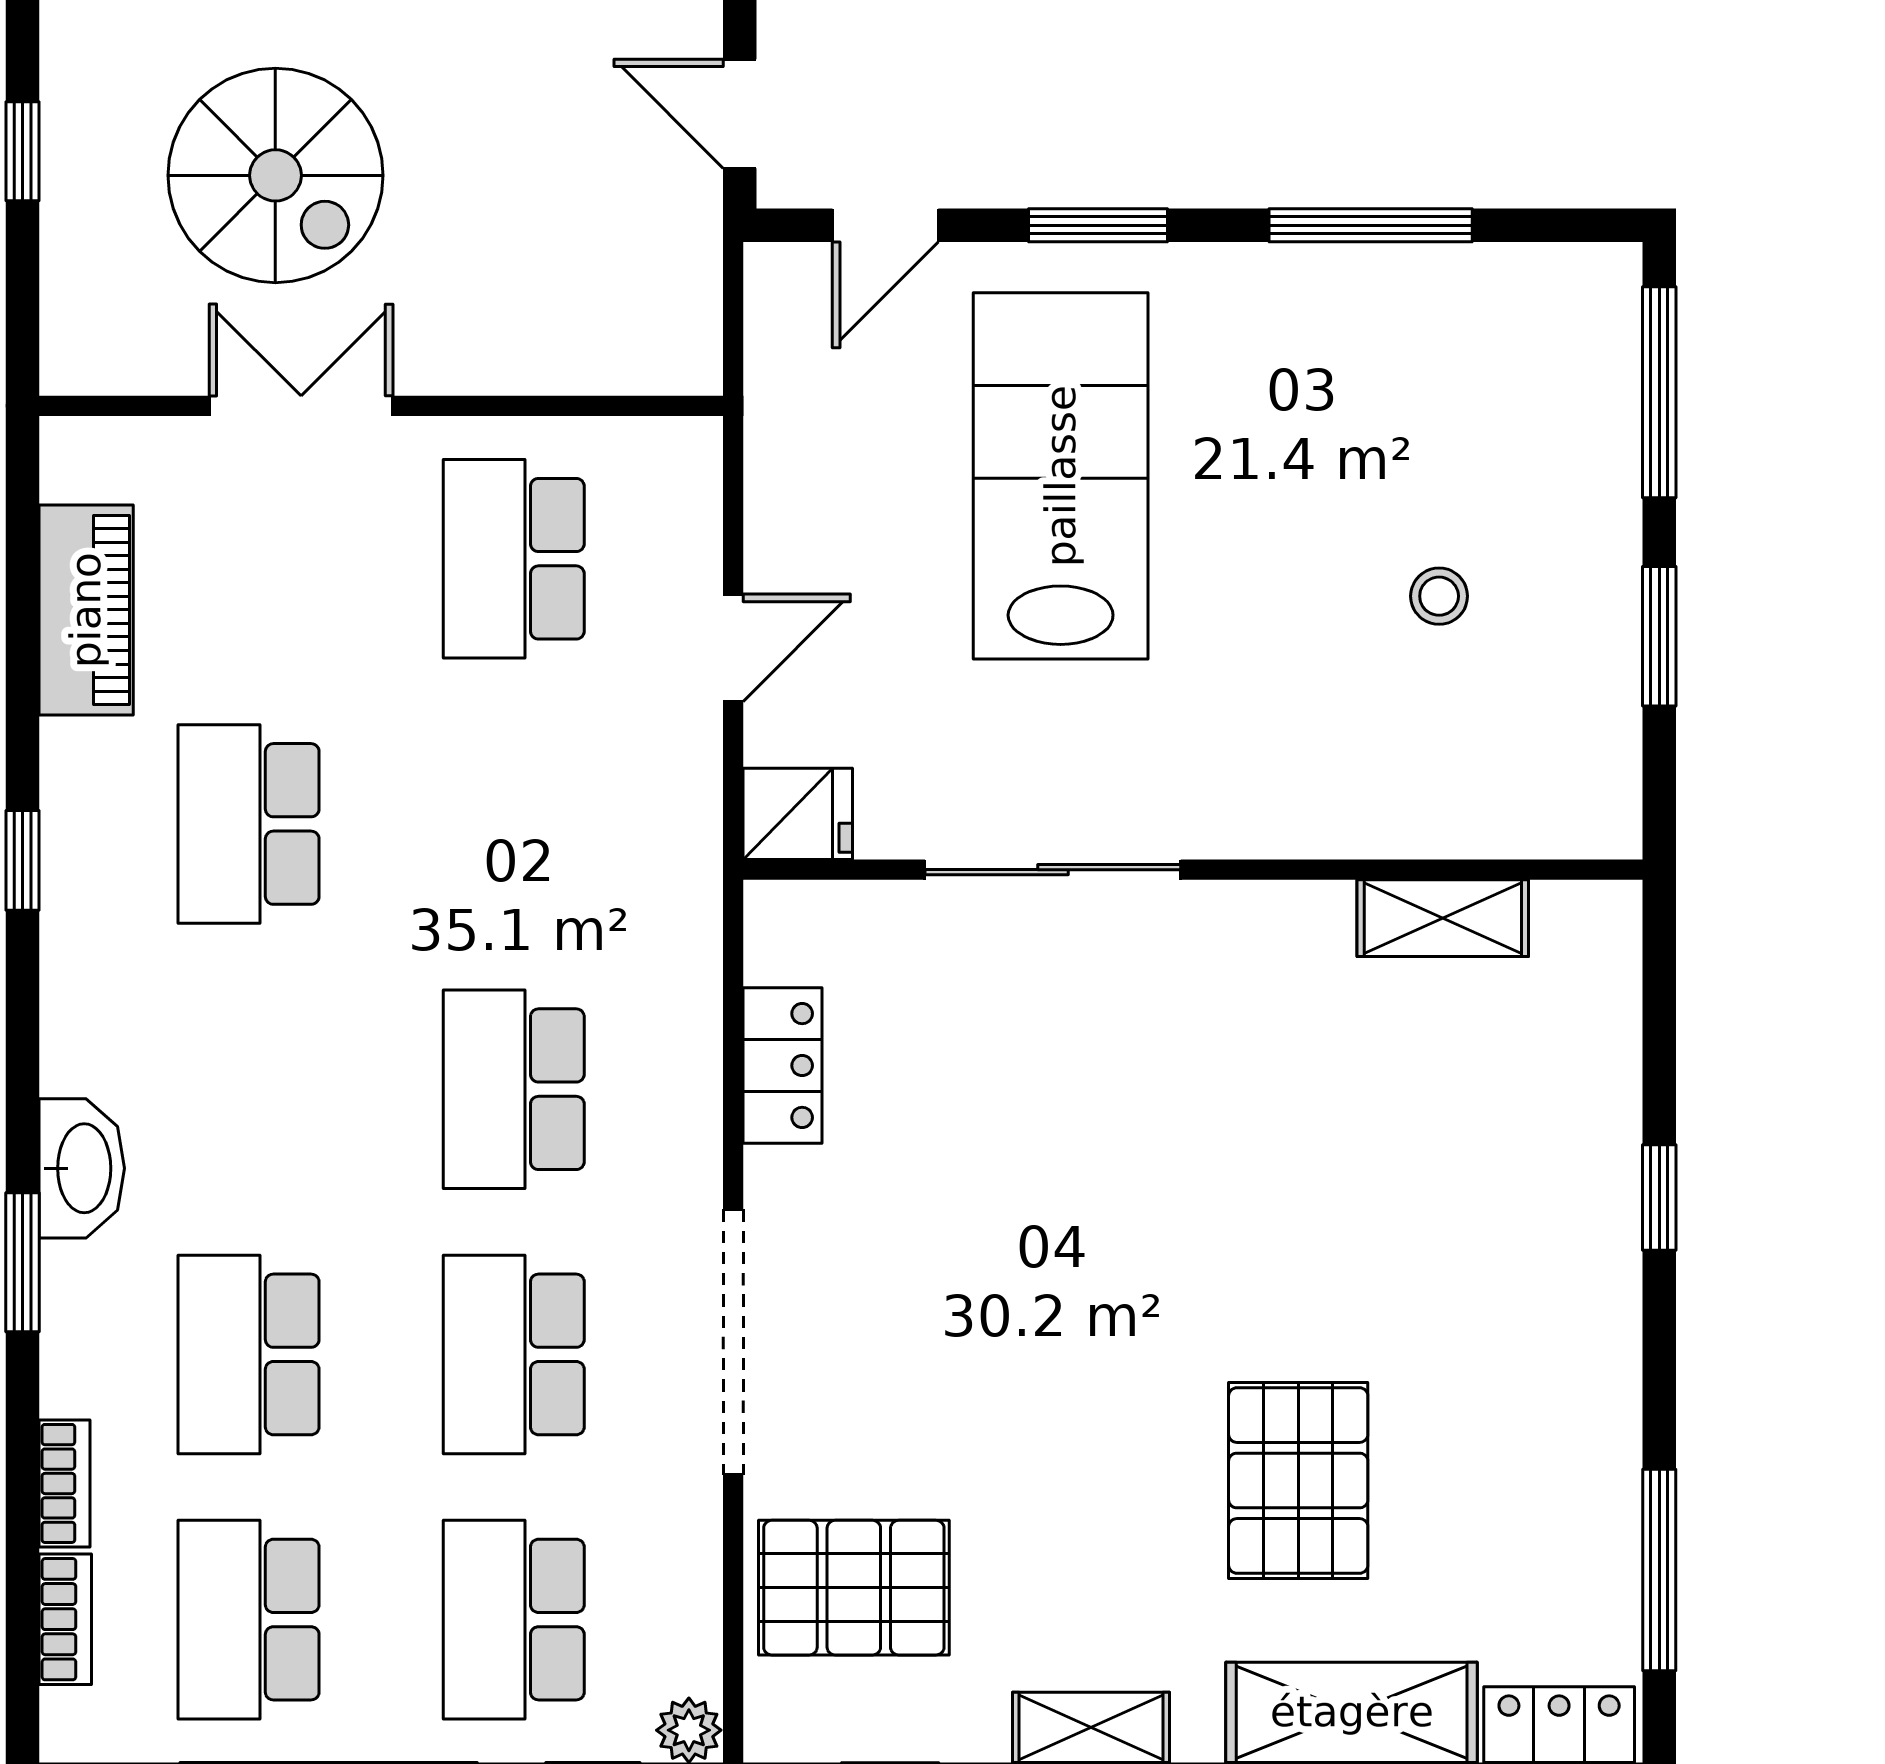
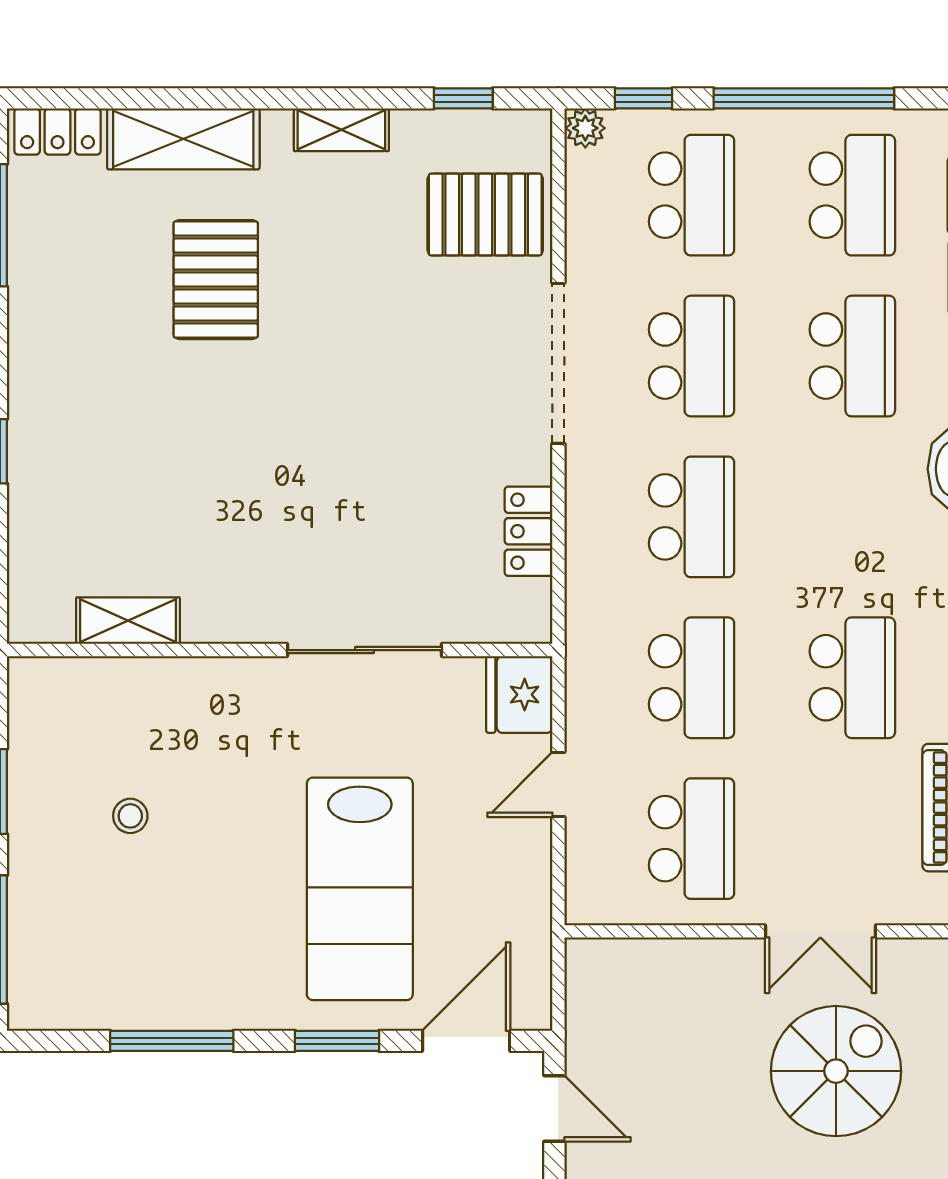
spiral stairs: (275, 175) -> (836, 1071), turned 90
door: (885, 225) -> (466, 1041), width x1.37
fridge: (798, 814) -> (519, 695), width x1.38
school desk: (514, 824) -> (692, 678), added

